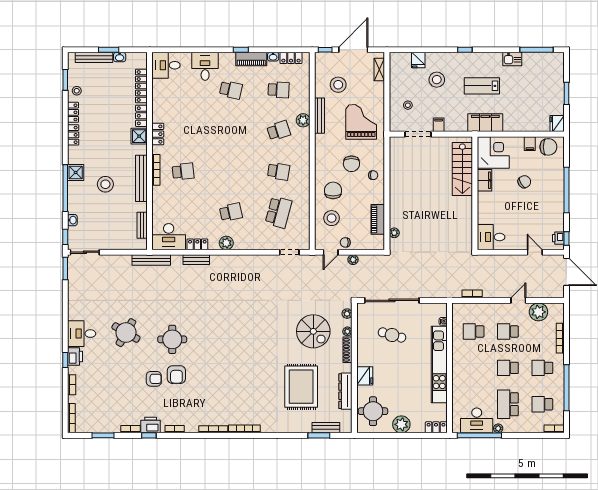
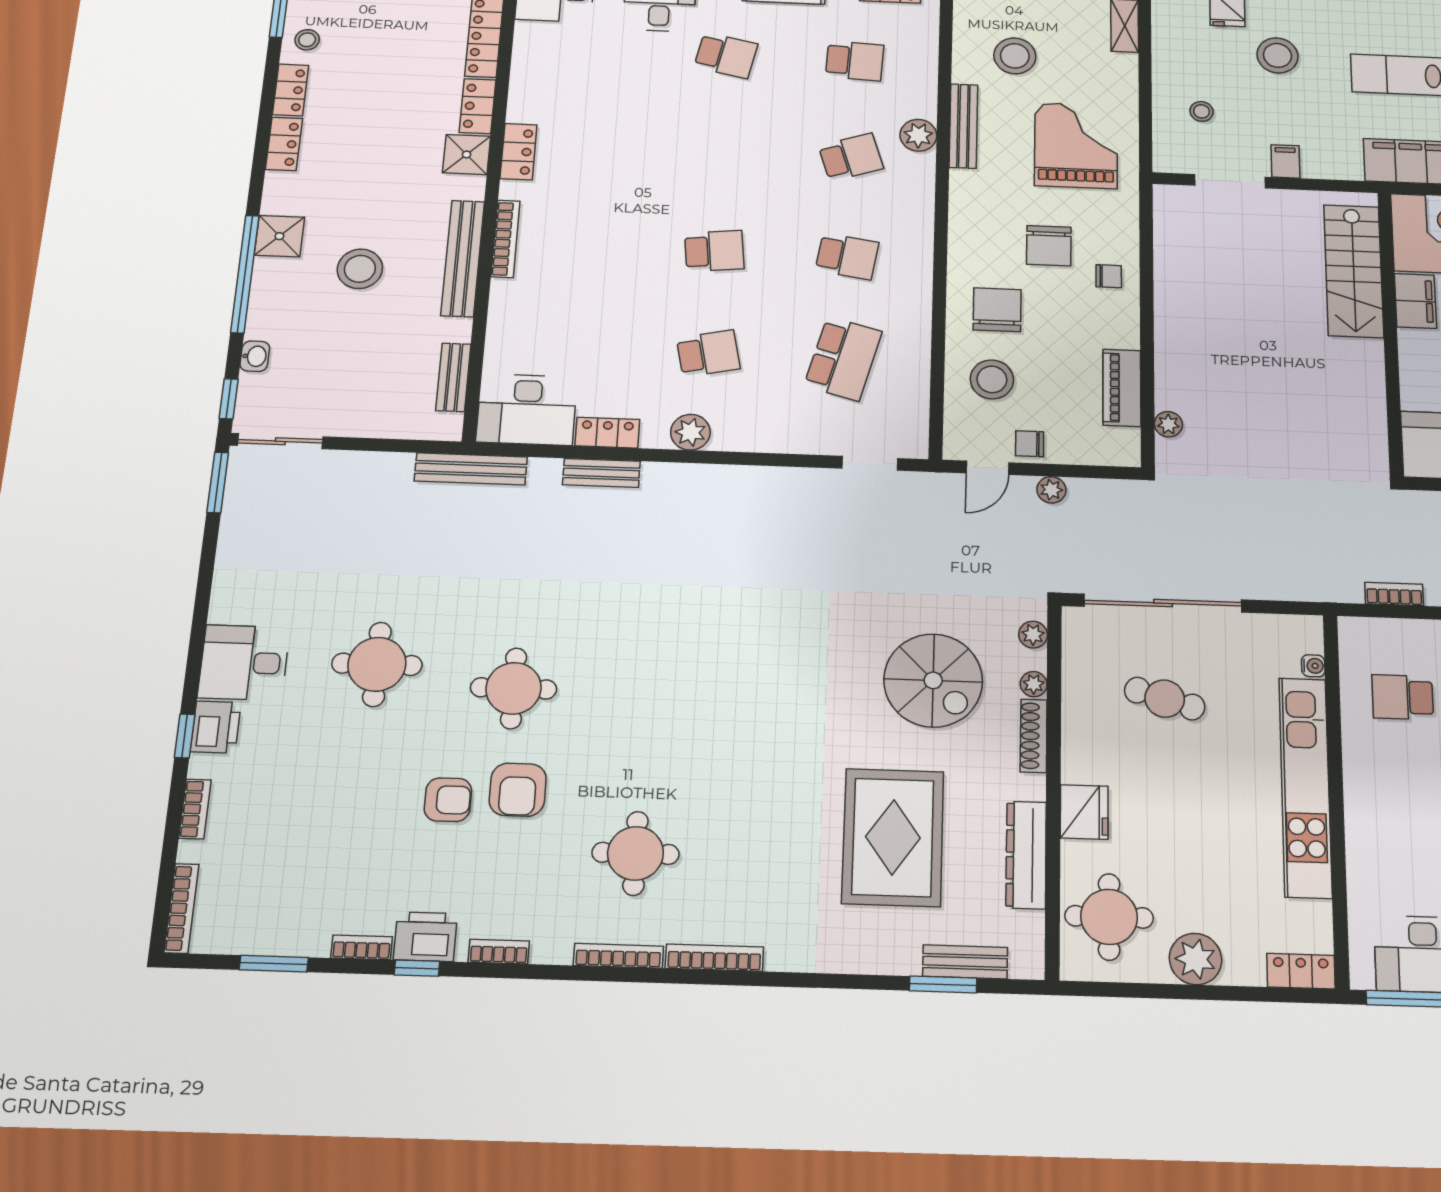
school desk: (183, 171) -> (714, 251), moved
round table: (126, 333) -> (377, 664), turned -30
round table: (217, 395) -> (635, 853), added

